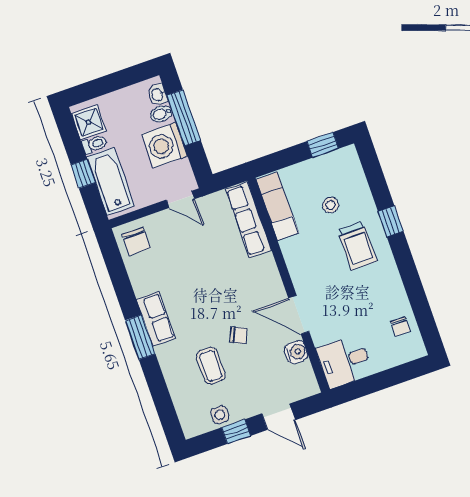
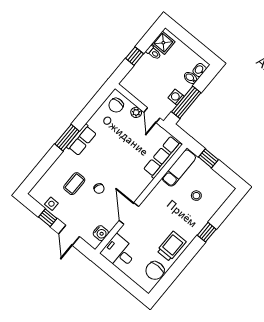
window: (184, 118) -> (186, 102), moved
washing machine: (165, 145) -> (176, 97), width x0.53, depth x0.53
window: (323, 145) -> (208, 158), moved
bathtub: (110, 181) -> (139, 73), removed
plant: (163, 219) -> (136, 112), added
trolley: (357, 246) -> (171, 246), moved, turned 180
chair: (401, 326) -> (155, 271), width x1.87, depth x1.87
water cooler: (296, 352) -> (101, 233), moved

